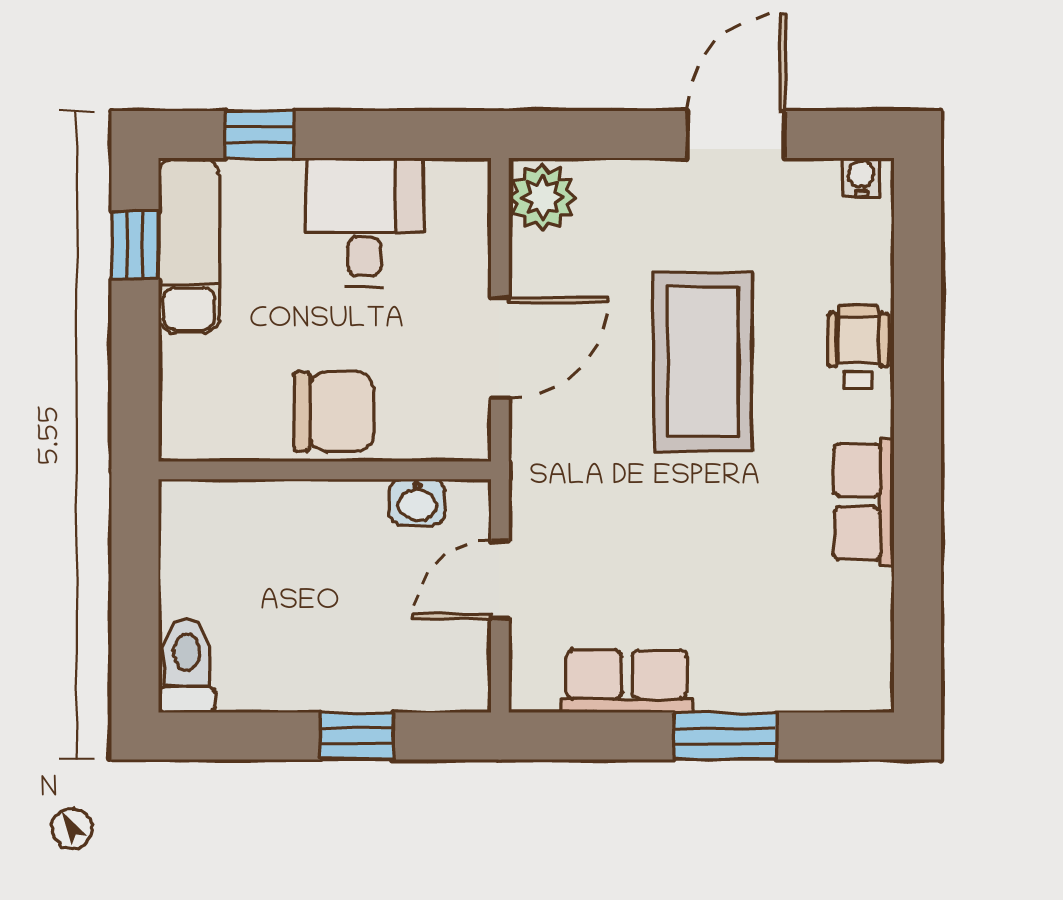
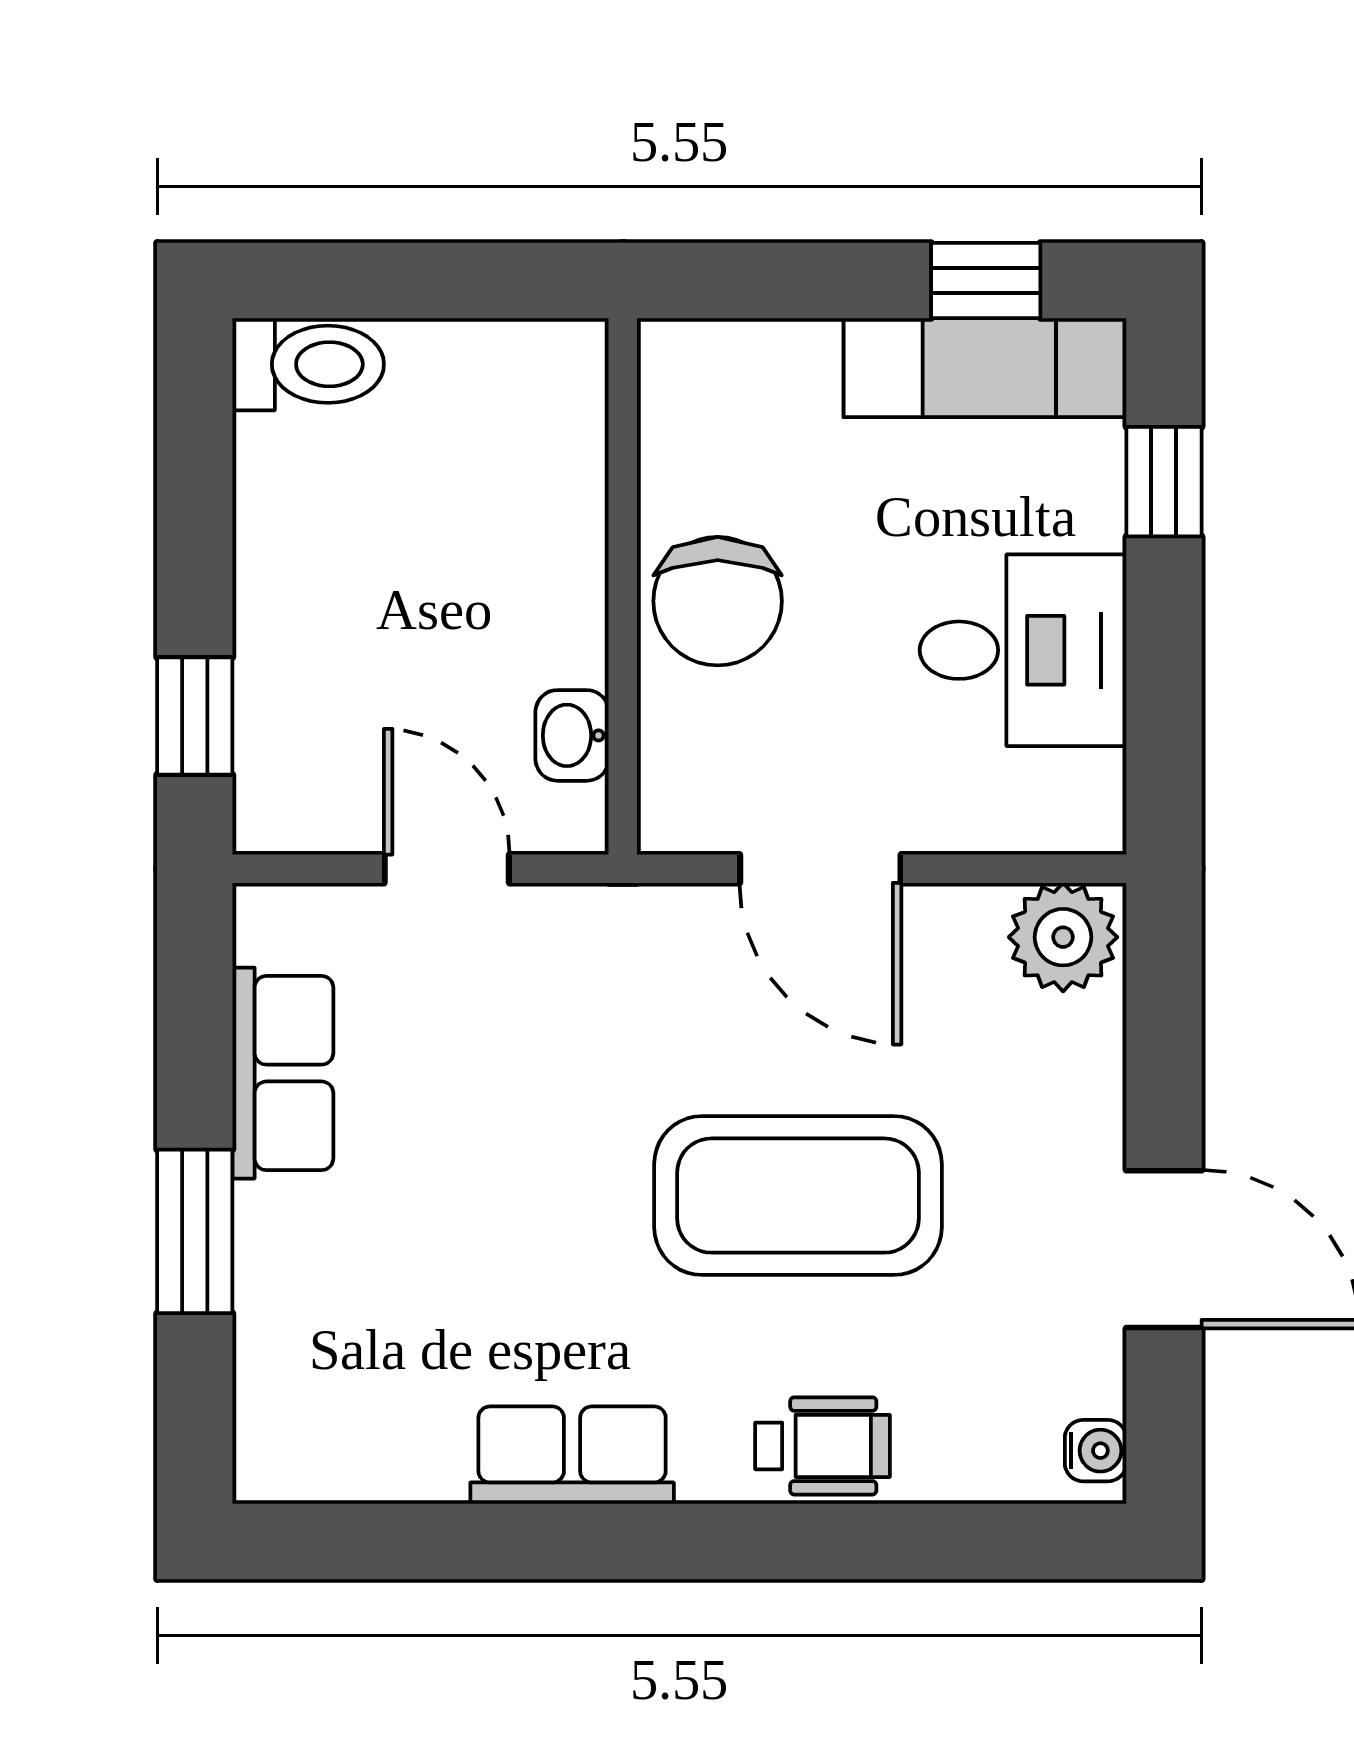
window: (357, 736) -> (195, 716), moved

